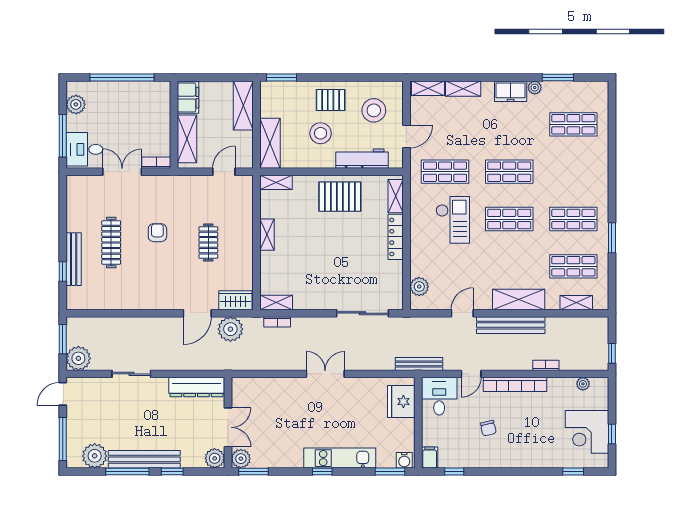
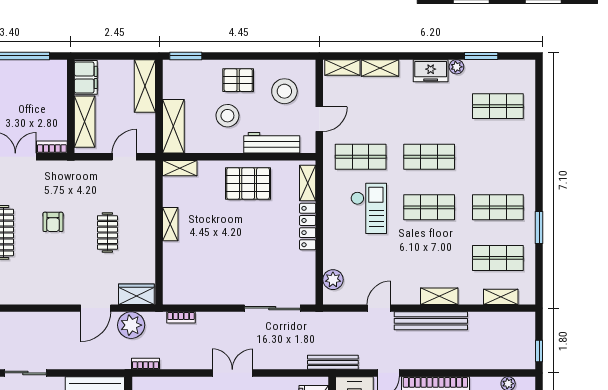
armchair: (157, 233) -> (53, 222), turned 180
shelving: (519, 299) -> (439, 296), width x0.67, depth x0.75
shelving: (276, 303) -> (180, 297), removed
bookcase: (546, 365) -> (146, 364), moved

